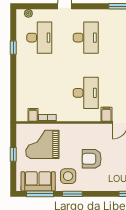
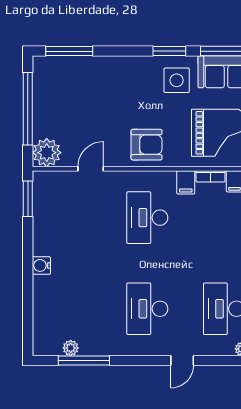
filing cabinet: (106, 114) -> (186, 182), moved
armchair: (92, 159) -> (147, 145), moved

